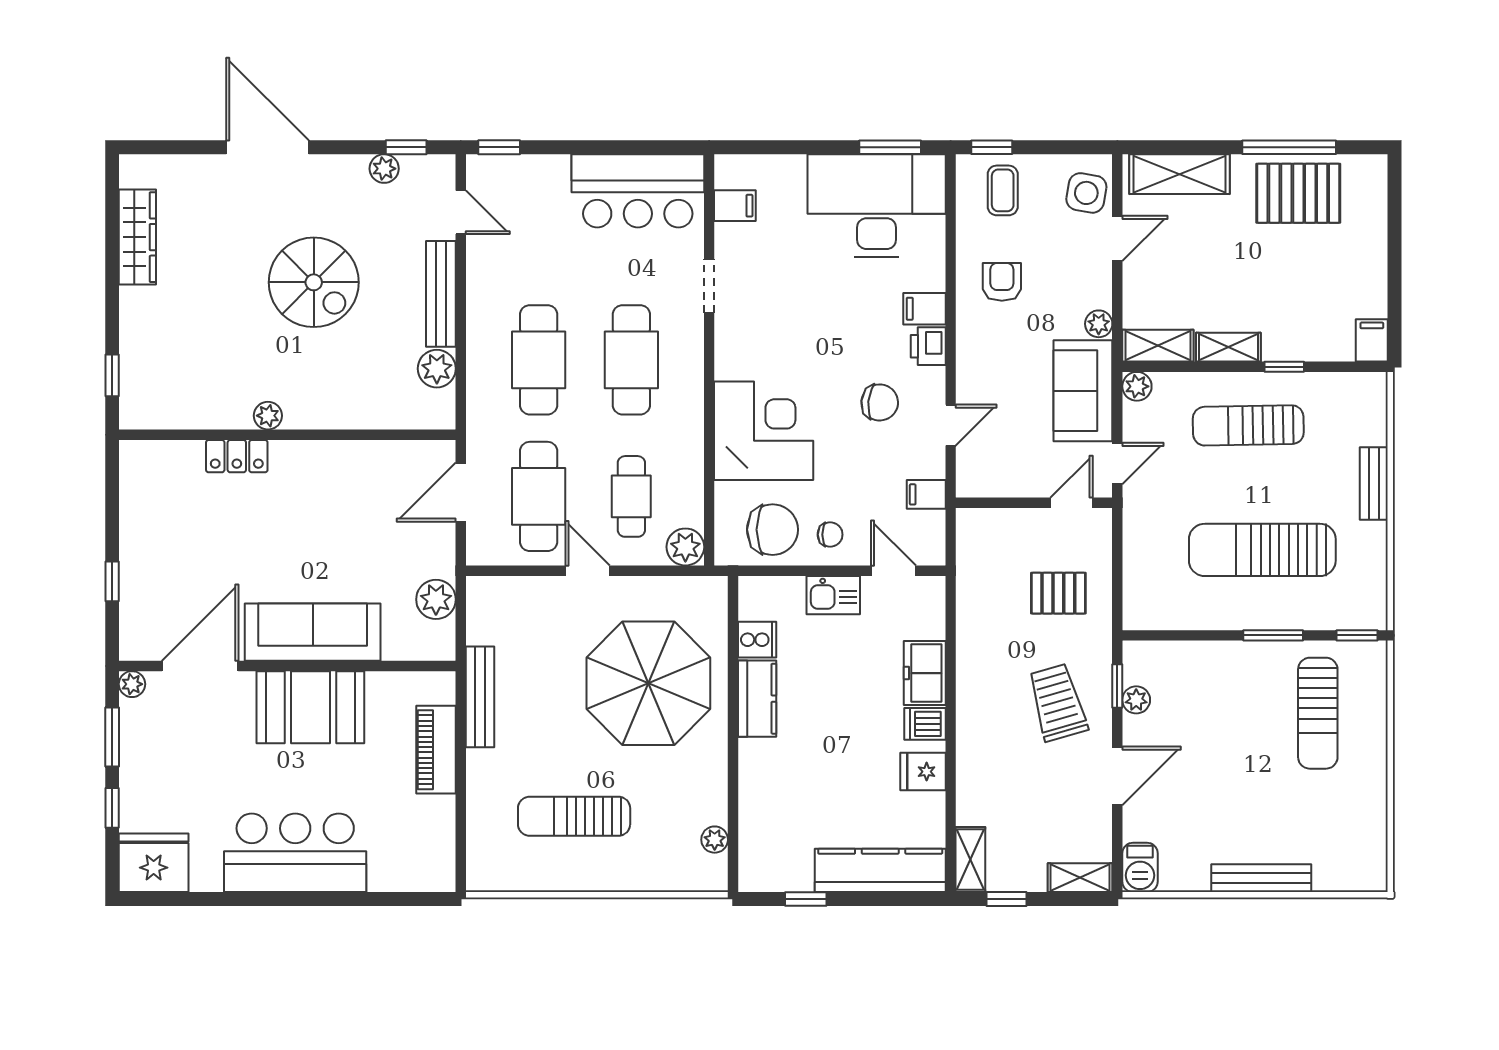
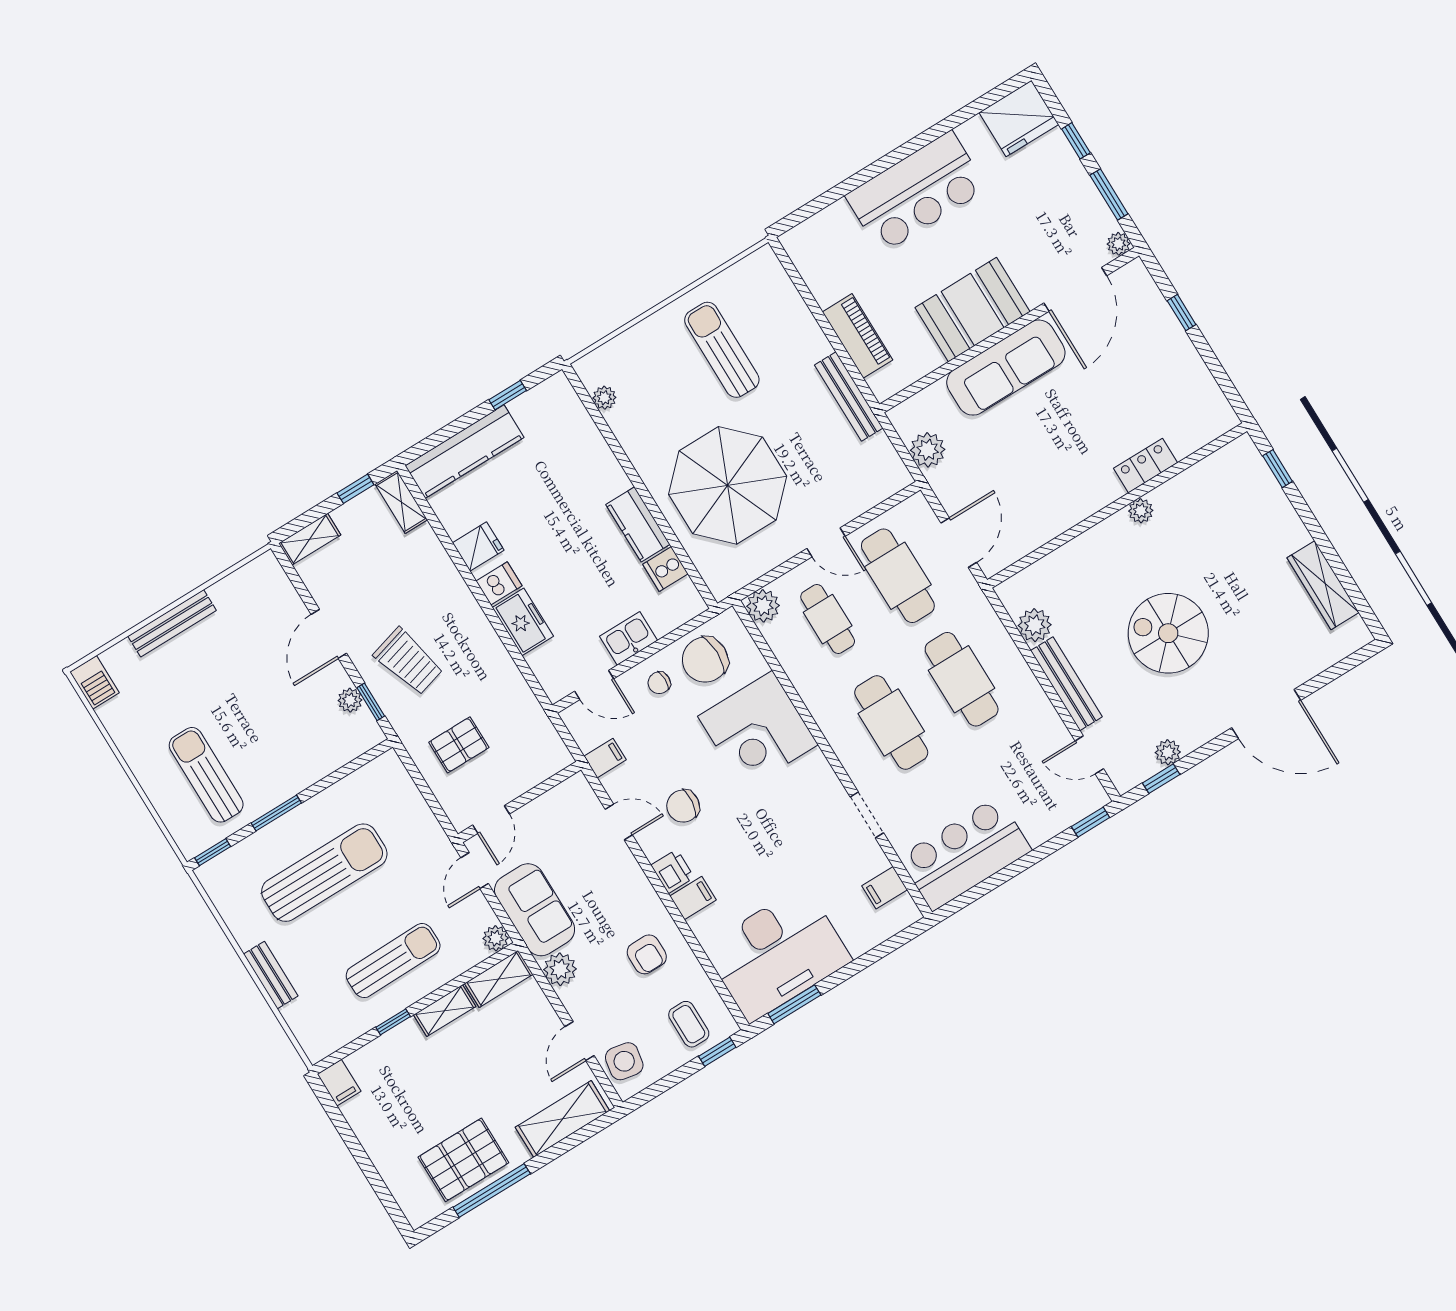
plant: (1099, 324) -> (560, 969), width x1.38, depth x1.38
door: (951, 425) -> (619, 822), swing flipped
sun lounger: (574, 816) -> (722, 350), turned -90
barbecue: (1140, 867) -> (95, 682), moved, turned 180

